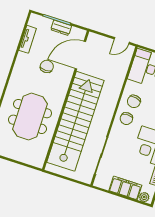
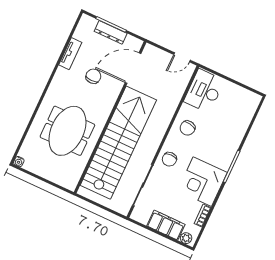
dresser: (61, 28) -> (111, 32), width x1.44
tv unit: (28, 39) -> (70, 54), moved
chair: (126, 119) -> (169, 159), moved

